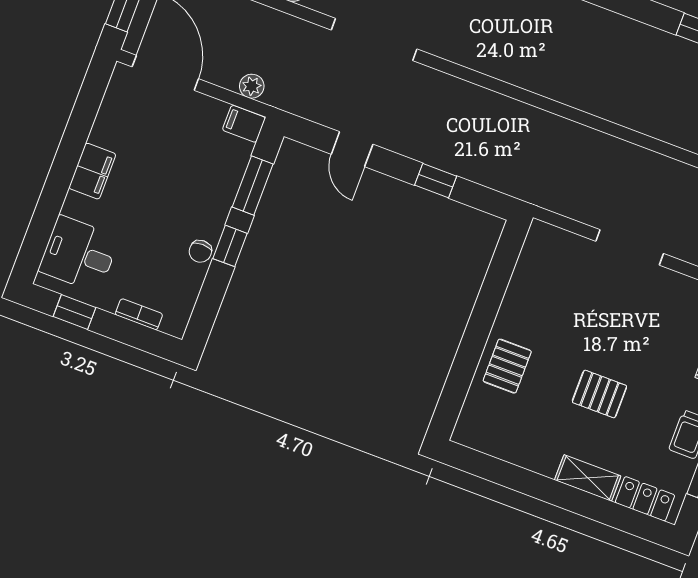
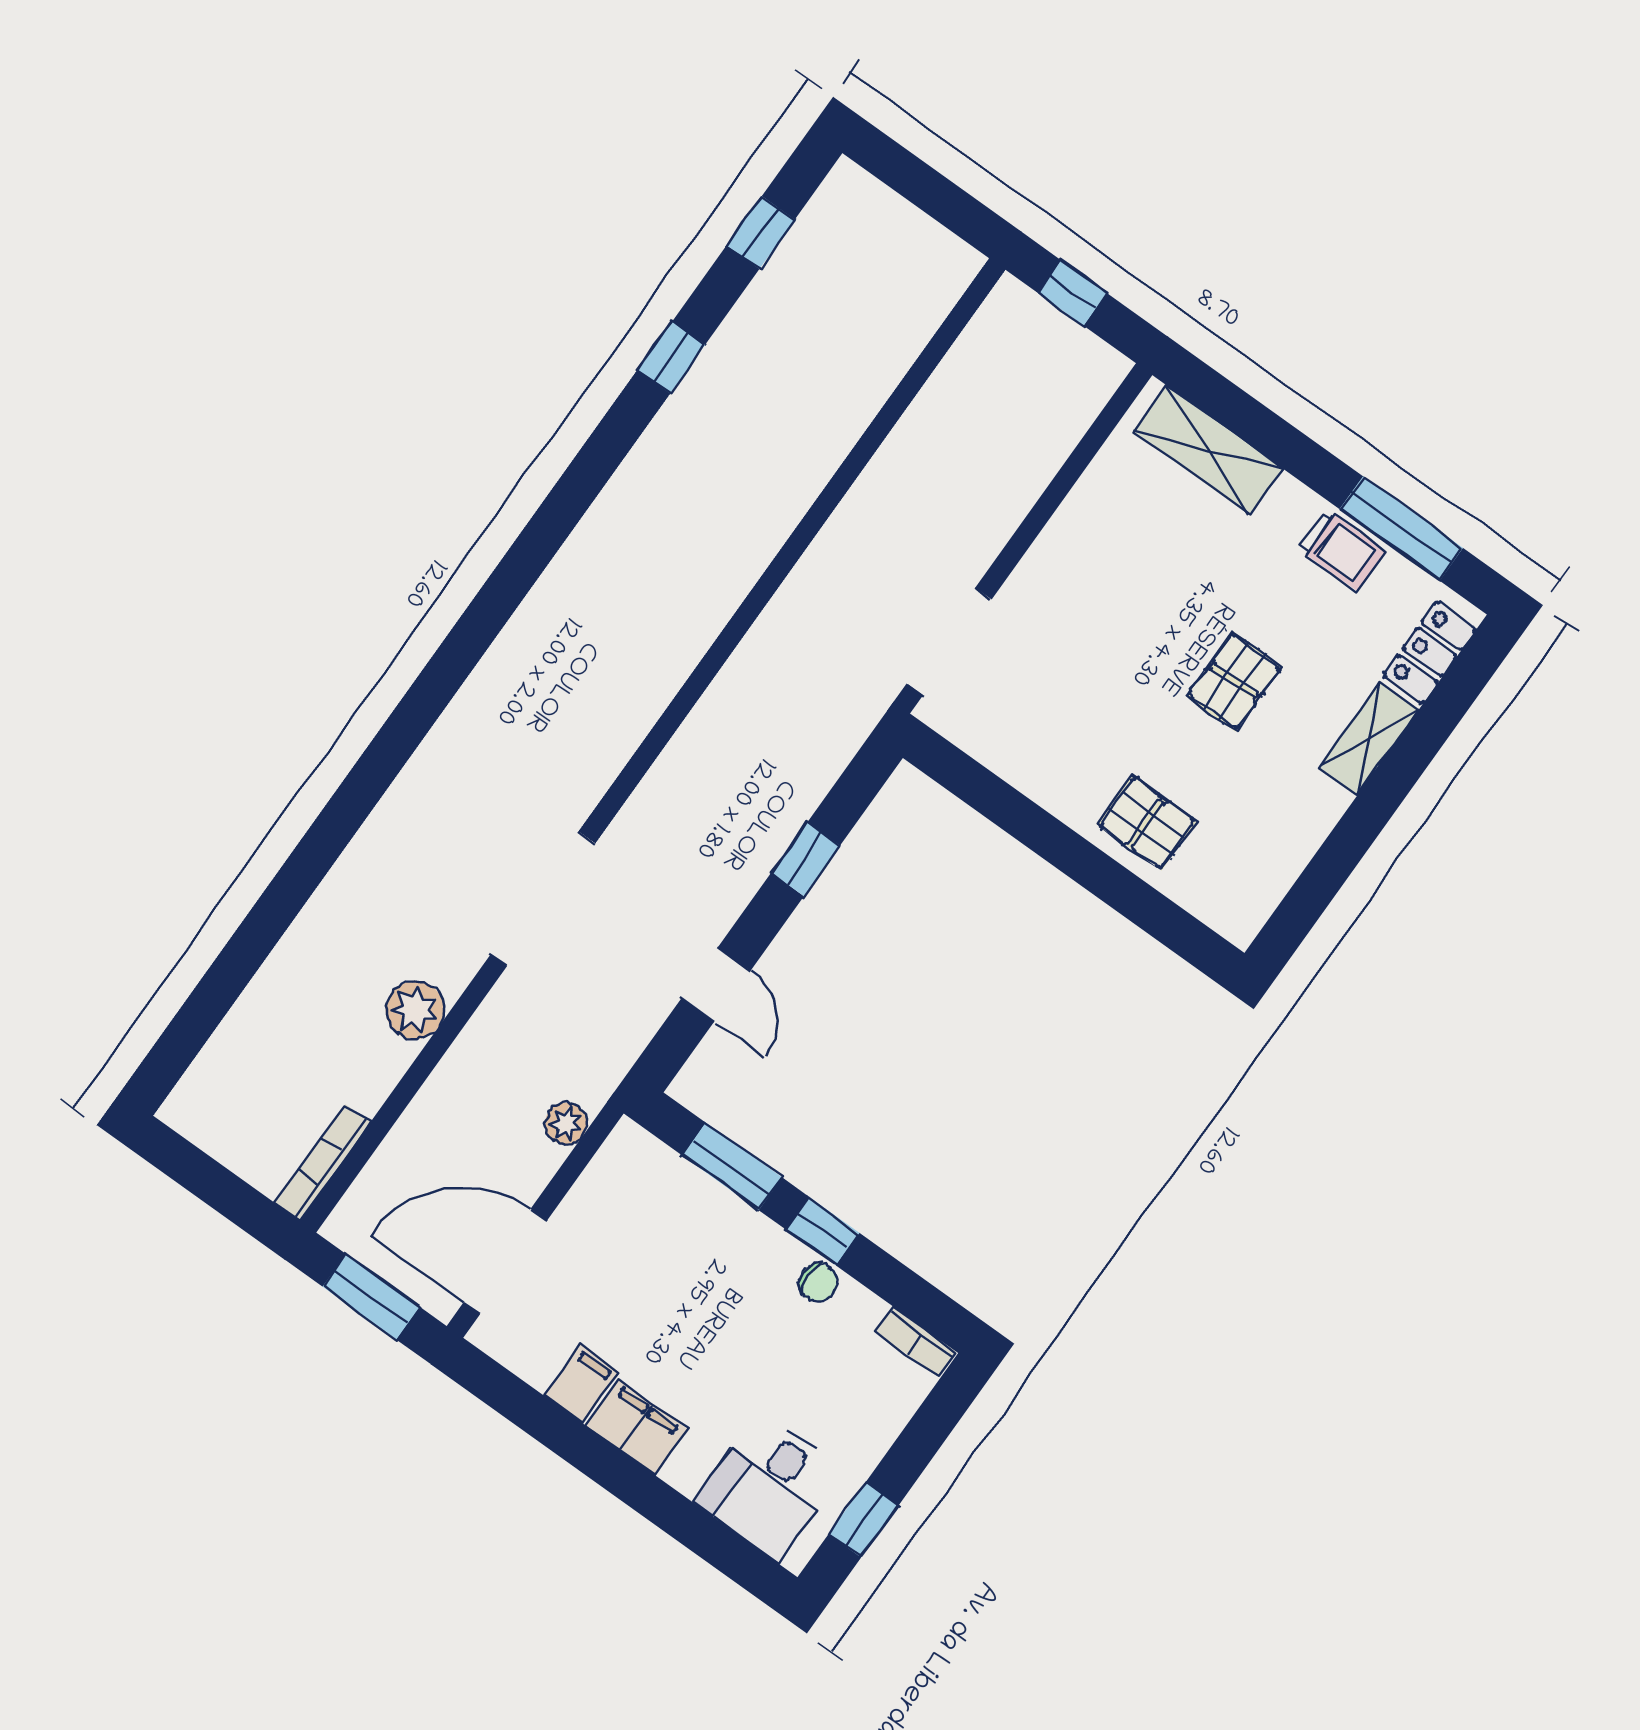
filing cabinet: (244, 124) -> (581, 1384), moved, turned 180
door: (352, 149) -> (716, 984), hinge flipped
doorway: (630, 247) -> (949, 642), moved
bookcase: (139, 314) -> (916, 1342), moved, turned -90

